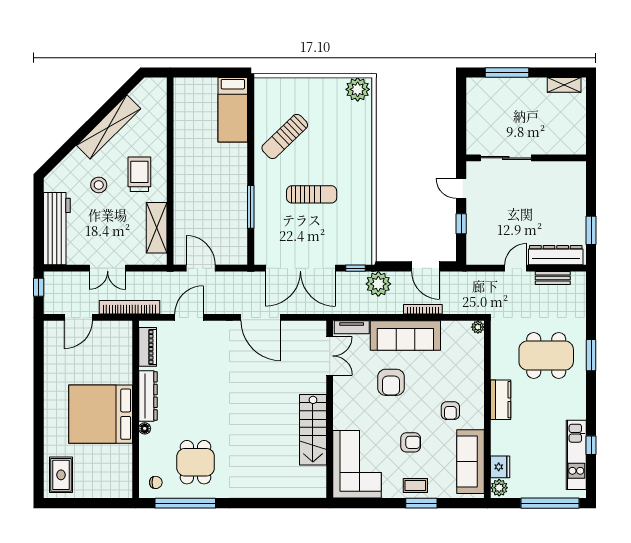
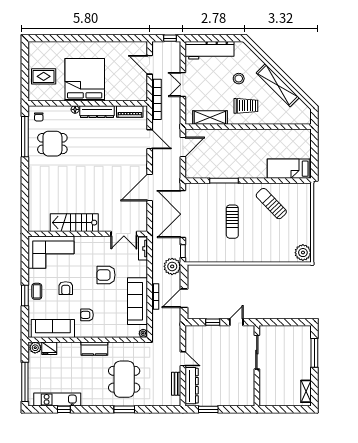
sofa: (405, 336) -> (137, 301), moved
rug: (61, 475) -> (44, 76), moved

